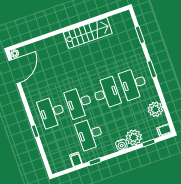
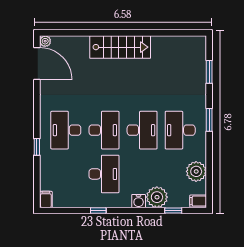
stairs: (88, 33) -> (120, 47), moved
door: (14, 72) -> (37, 64), hinge flipped
desk: (79, 103) -> (104, 130), turned 180
desk: (90, 134) -> (104, 174), turned 180
filing cabinet: (76, 159) -> (46, 200), moved

